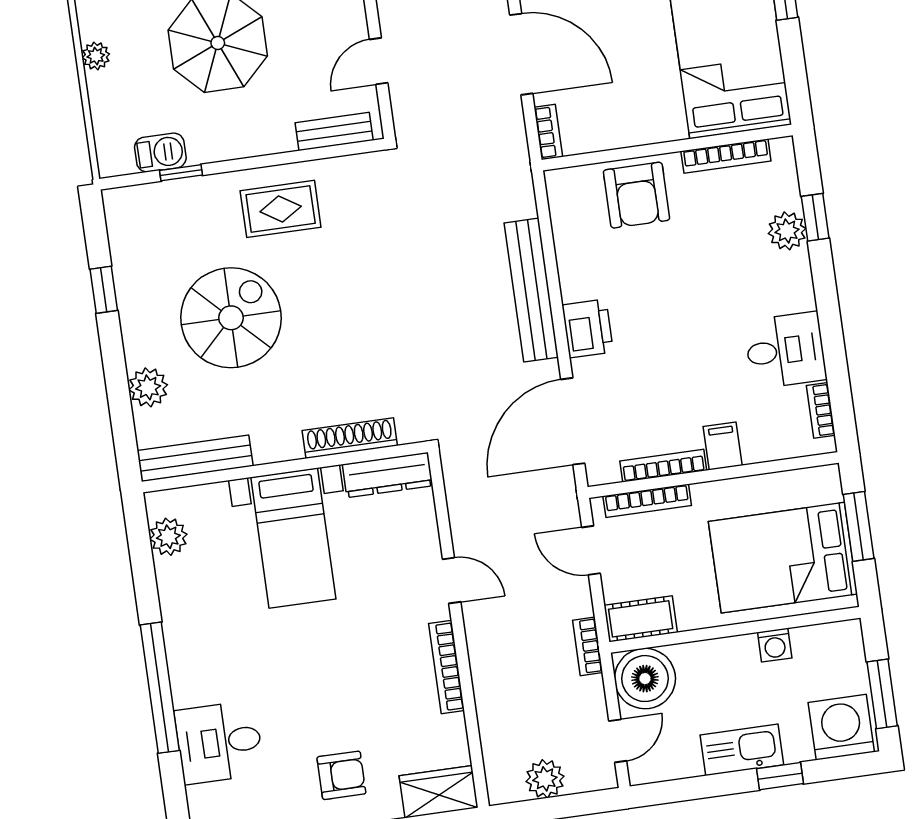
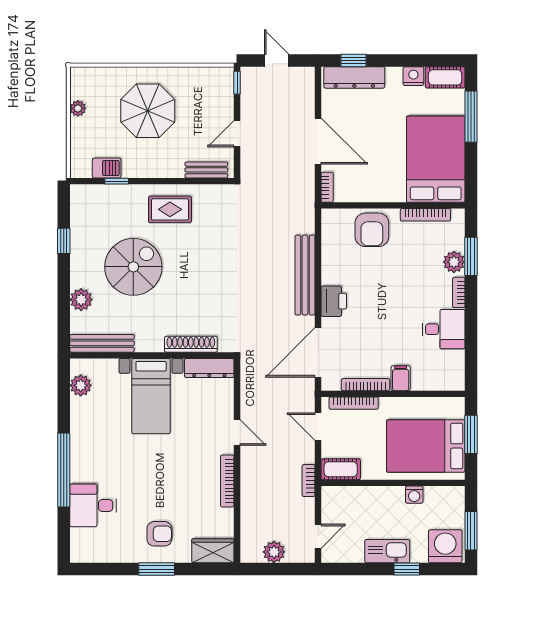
window: (815, 217) -> (471, 256), width x1.50
bookcase: (821, 410) -> (459, 292), moved
boiler: (645, 679) -> (338, 503), removed

